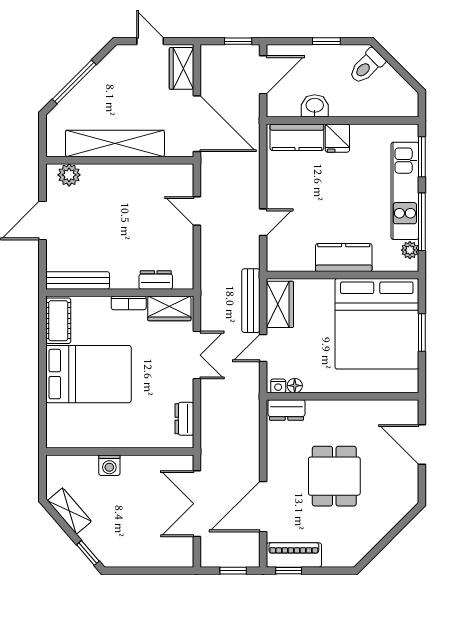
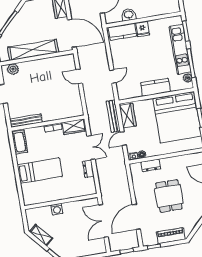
dresser: (156, 280) -> (64, 114), removed
bed: (88, 374) -> (40, 171), width x0.67
dresser: (287, 410) -> (151, 165), moved
dresser: (184, 419) -> (88, 169), moved
piano: (294, 555) -> (171, 236), moved

